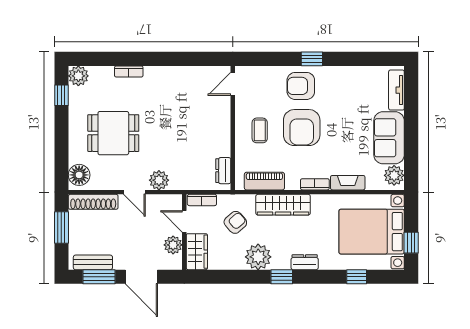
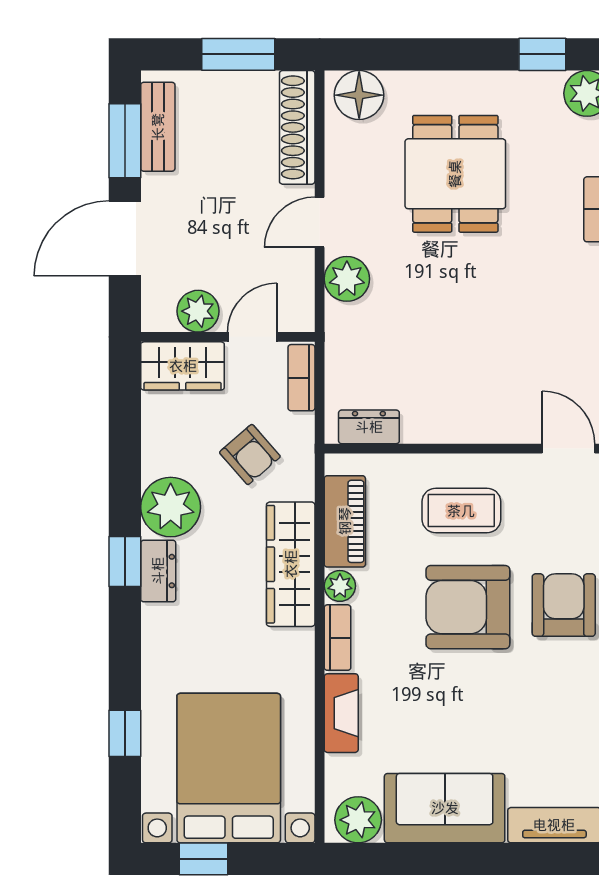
coffee table: (260, 130) -> (461, 511), width x1.36, depth x1.30
plant: (292, 183) -> (340, 586), added
dresser: (305, 262) -> (158, 571), moved

